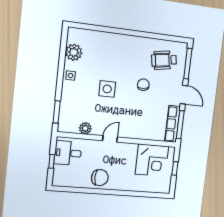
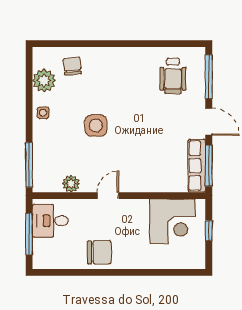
wheelchair: (164, 60) -> (173, 76), turned -81
chair: (143, 85) -> (72, 66), moved
window: (57, 112) -> (29, 165), width x1.44
window: (52, 161) -> (29, 234), width x2.17

